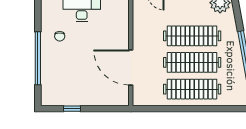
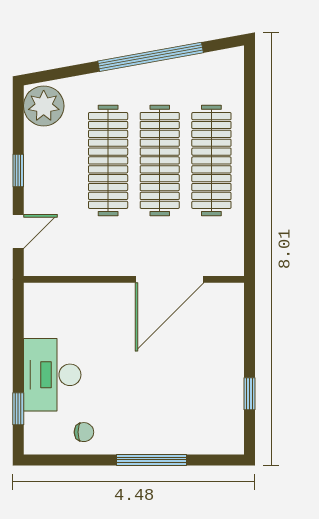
chair: (60, 36) -> (84, 432), moved
window: (38, 58) -> (152, 460), width x0.68

